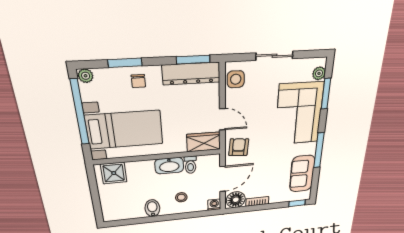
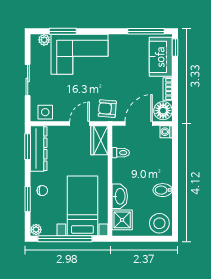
window: (319, 150) -> (146, 31), moved
washbasin: (169, 166) -> (120, 196), moved
sofa: (302, 174) -> (161, 57), moved, turned 90
door: (223, 179) -> (139, 123), hinge flipped
stool: (181, 197) -> (159, 223), moved, width x1.89, depth x1.89

